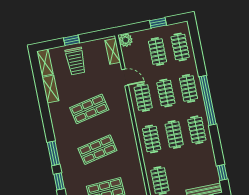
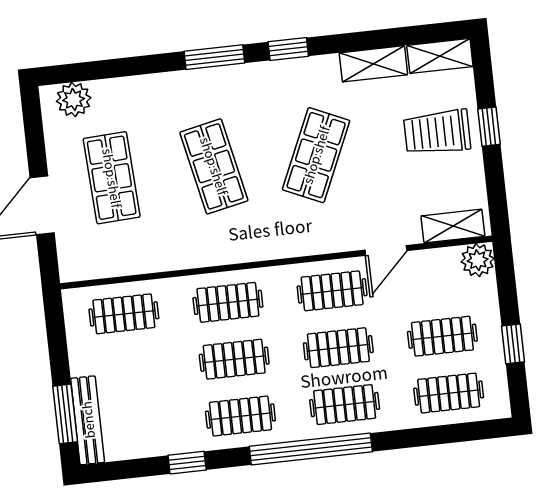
shop shelf: (89, 109) -> (316, 155), turned 36
window: (222, 172) -> (187, 463), moved
window: (59, 181) -> (288, 49), moved

